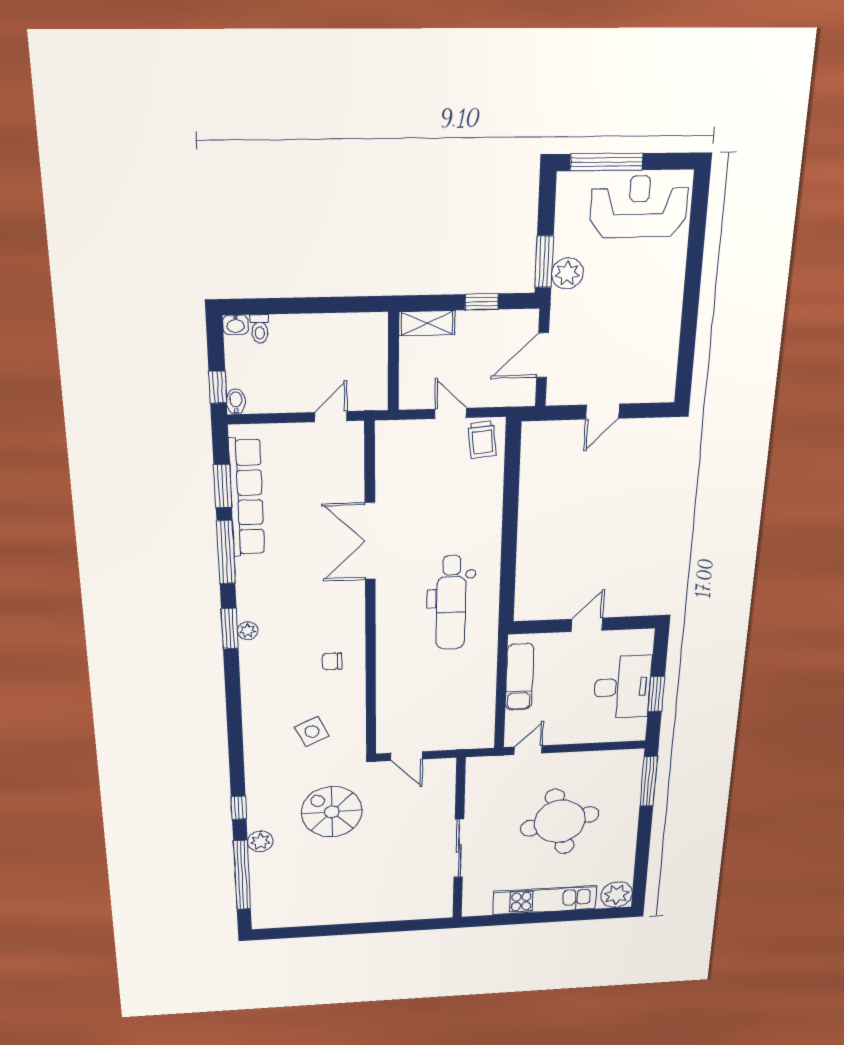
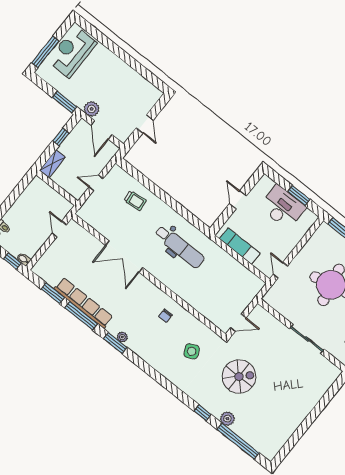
plant: (567, 273) -> (92, 109), moved
trolley: (482, 440) -> (135, 201), moved
row of seats: (247, 498) -> (83, 303), moved
spiral stairs: (332, 812) -> (239, 377), turned 180

